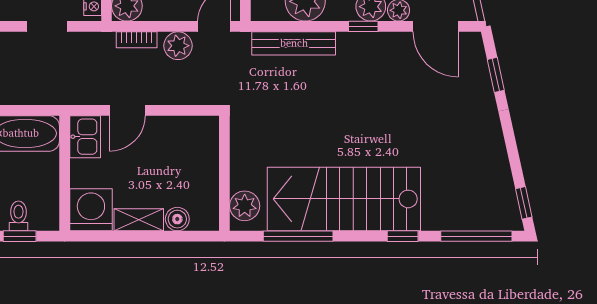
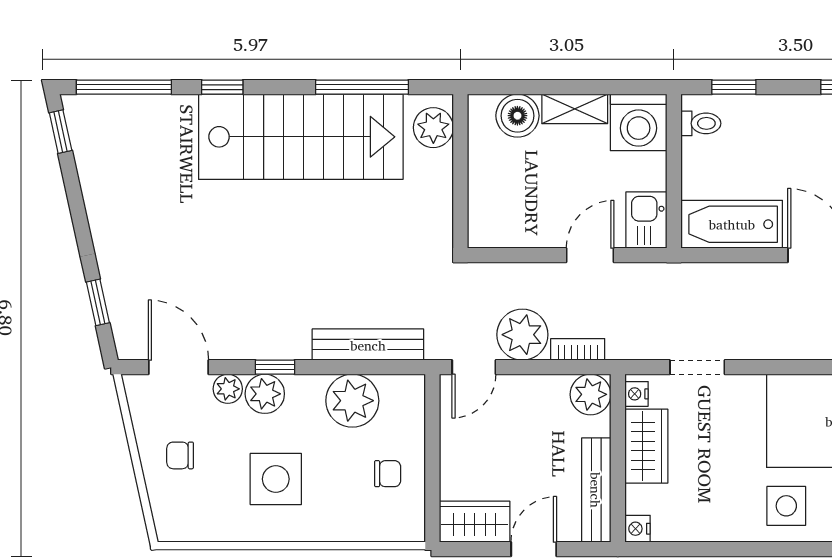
plant: (178, 46) -> (522, 335), width x1.36, depth x1.36
toilet: (18, 216) -> (701, 123), moved, turned -90
boiler: (177, 219) -> (517, 116), width x1.36, depth x1.36

